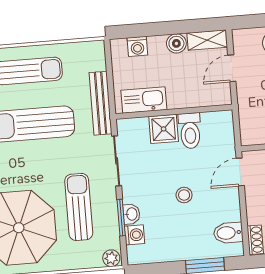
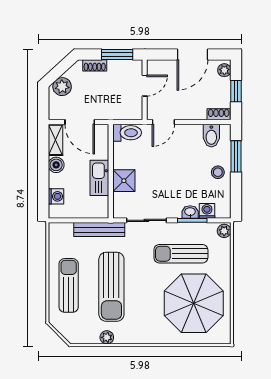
door: (232, 68) -> (80, 122), width x1.38
kitchen sink: (144, 100) -> (99, 178), moved
toilet: (190, 131) -> (127, 133), moved
door: (240, 172) -> (163, 122), hinge flipped
stool: (184, 195) -> (218, 172), moved

